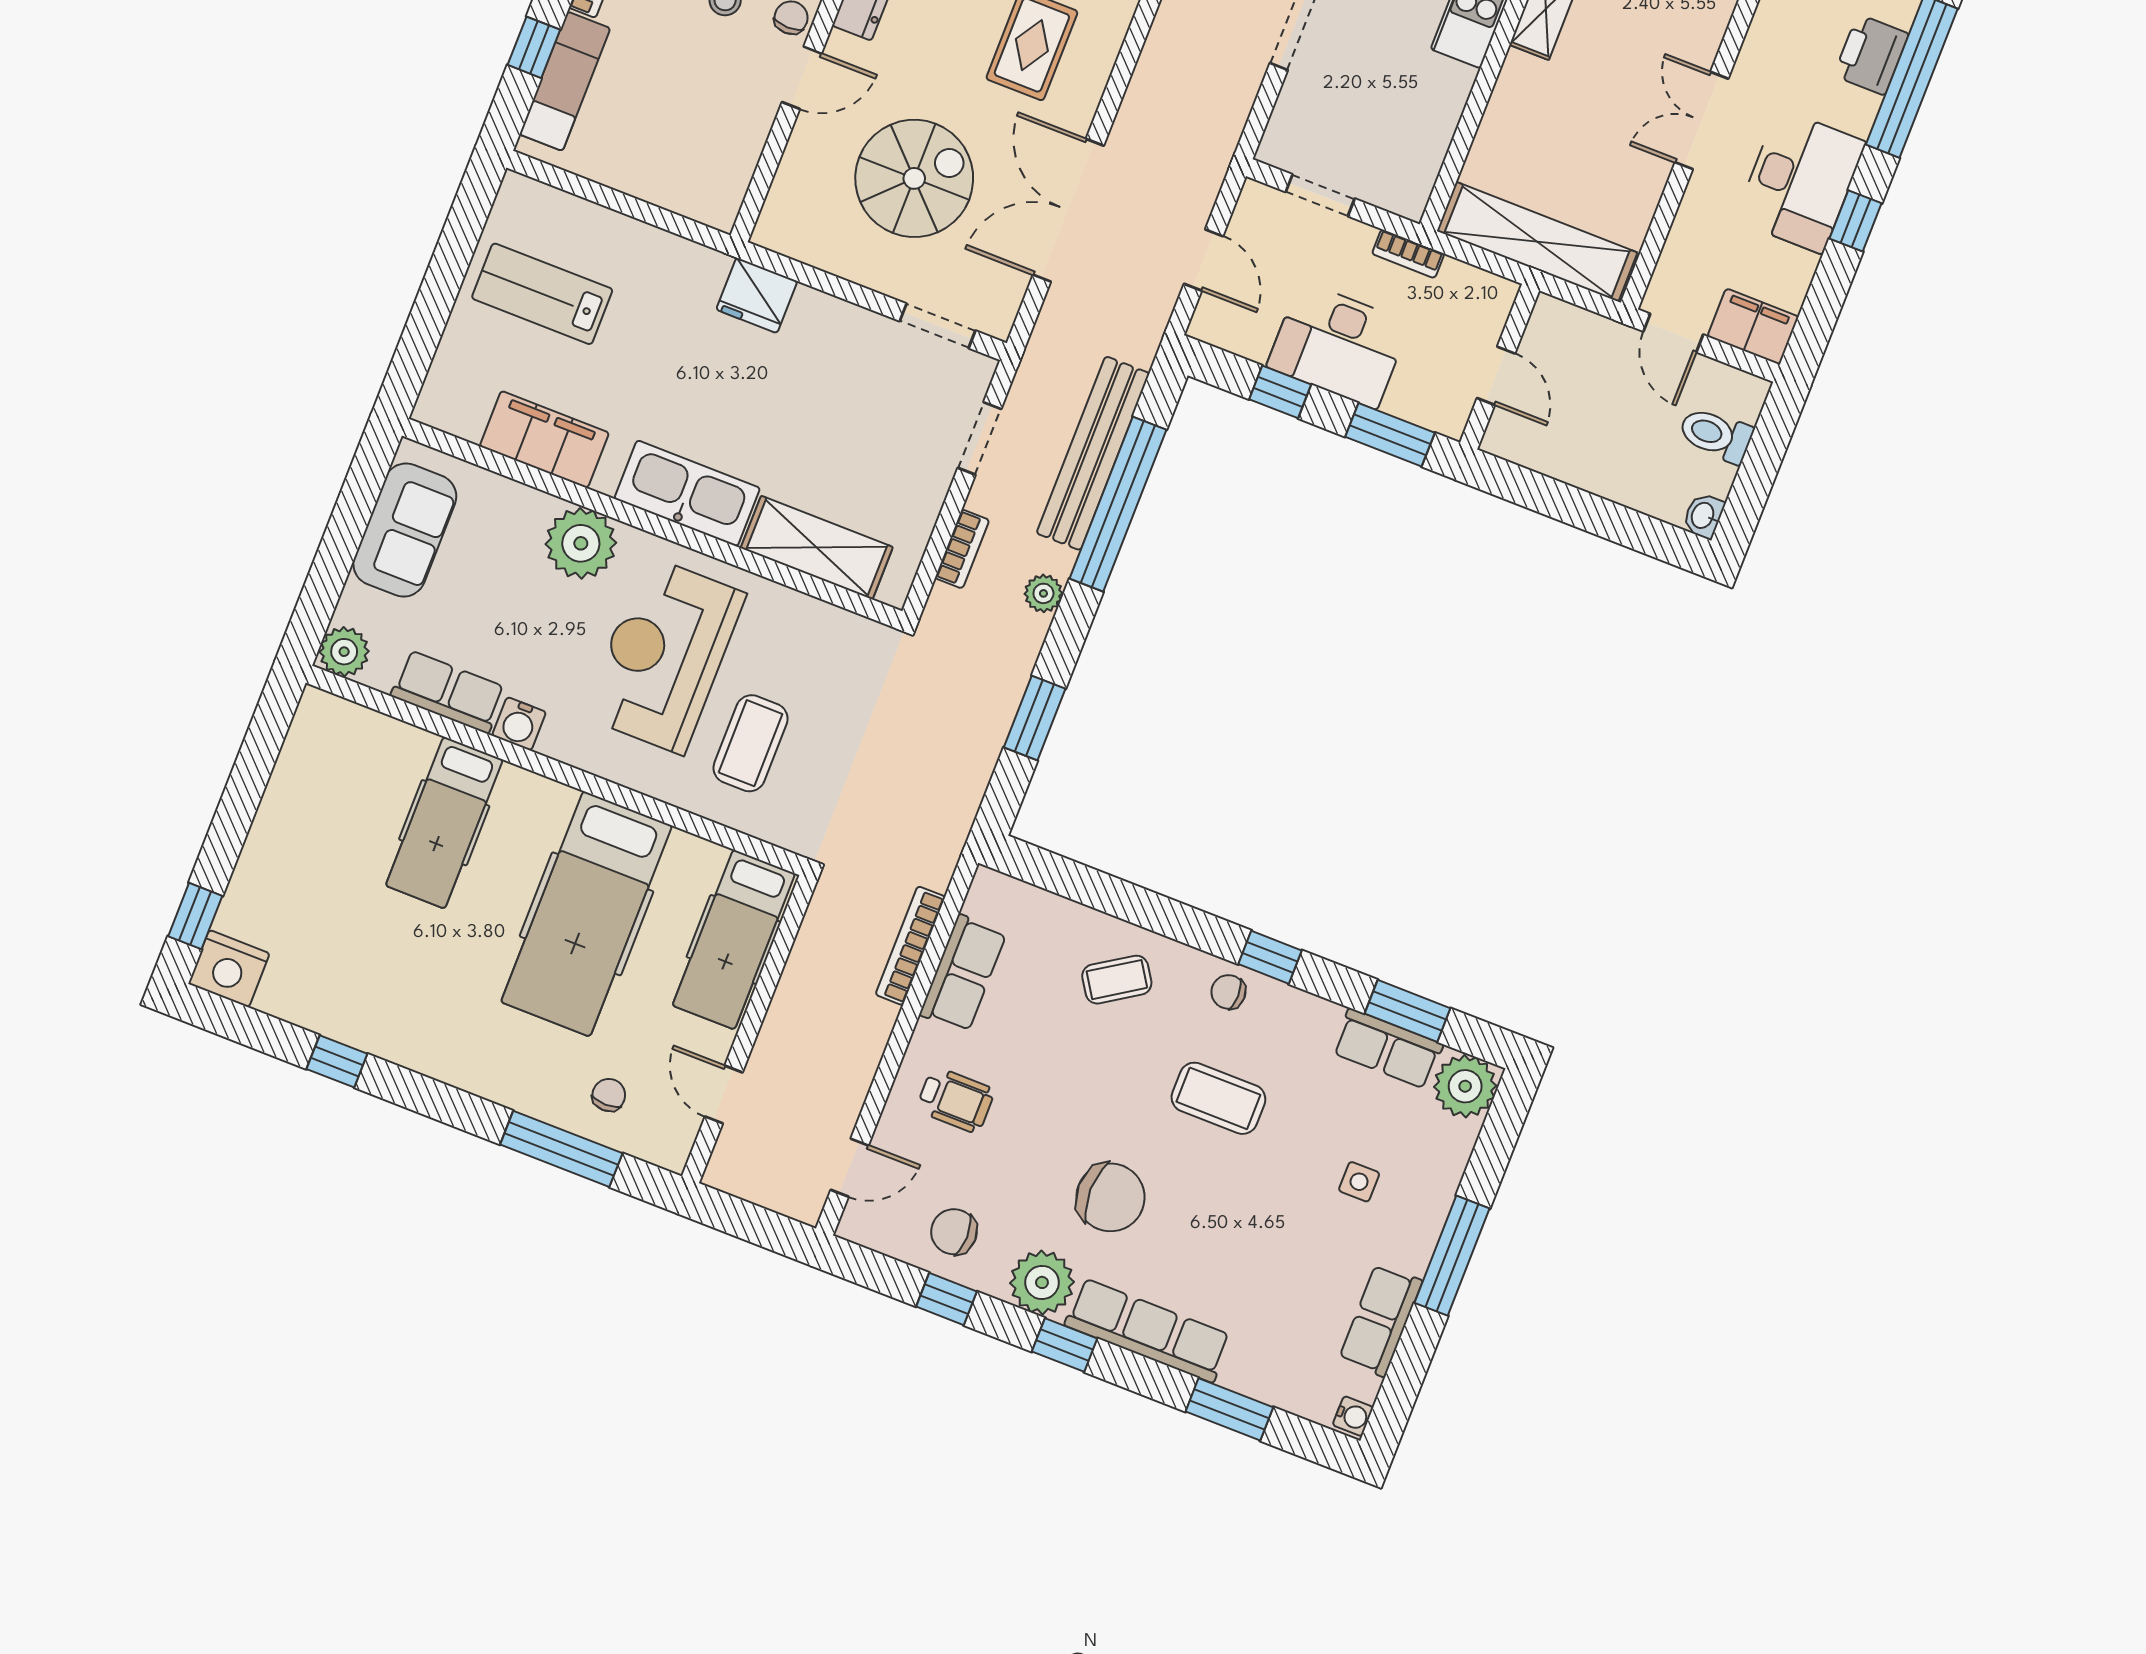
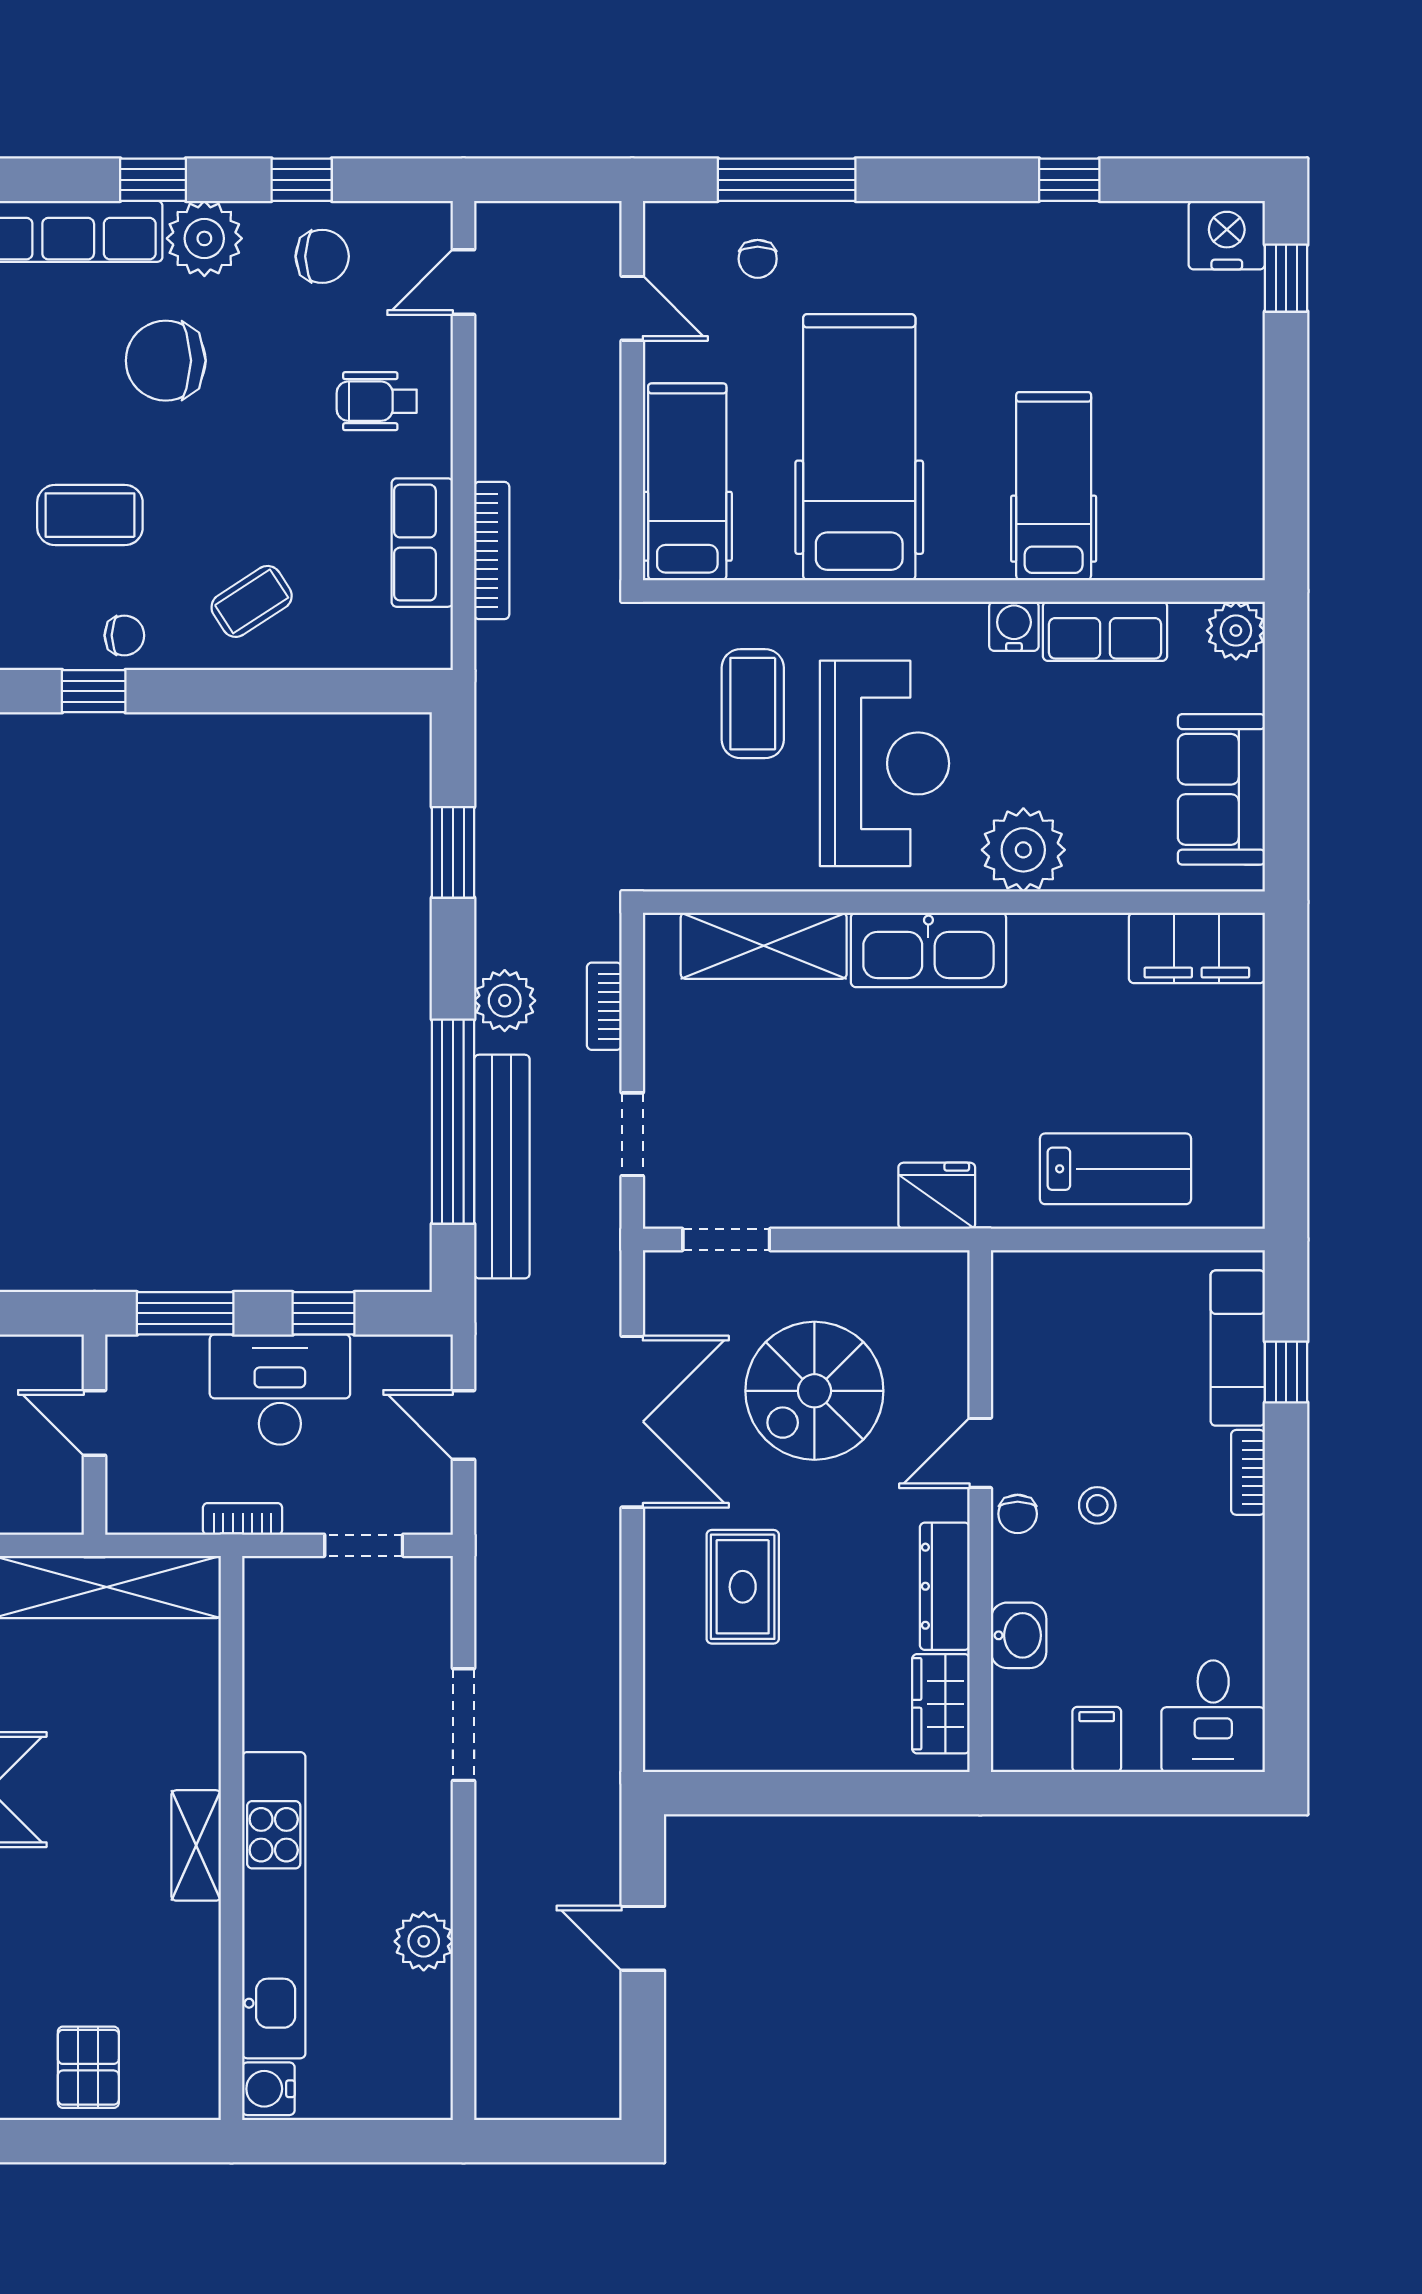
lab bench: (542, 294) -> (1116, 1169), moved
filing cabinet: (544, 439) -> (1197, 948), moved
plant: (1043, 593) -> (505, 1001), width x1.38, depth x1.38

